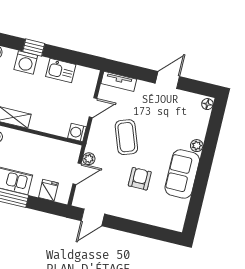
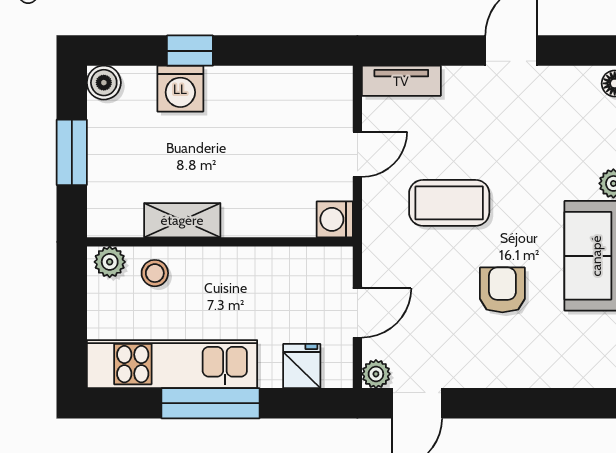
kitchen sink: (61, 71) -> (264, 88), removed
coffee table: (126, 137) -> (449, 203), turned -70
plant: (89, 159) -> (376, 374), moved

